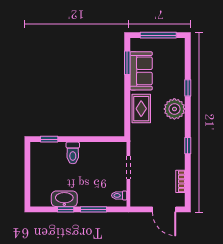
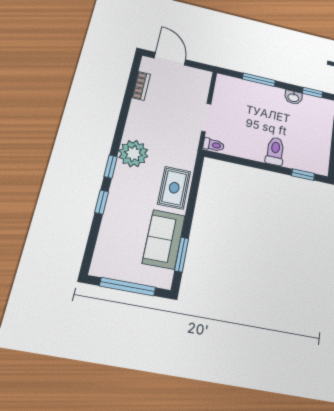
plant: (174, 109) -> (133, 154), moved
window: (188, 146) -> (111, 167), moved
toilet: (119, 195) -> (214, 145), moved
washbasin: (64, 199) -> (293, 97), width x0.52, depth x0.69
window: (66, 209) -> (313, 92), moved

